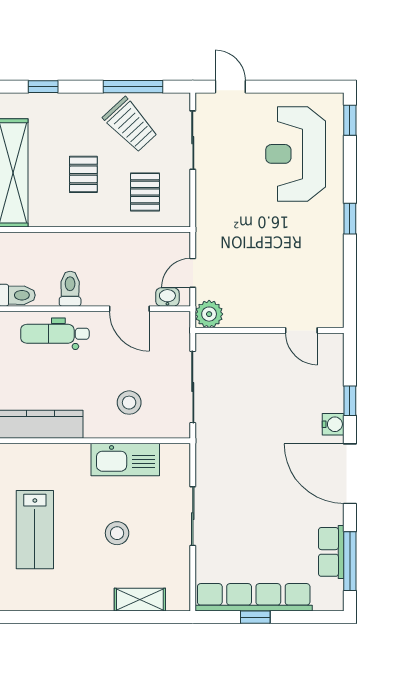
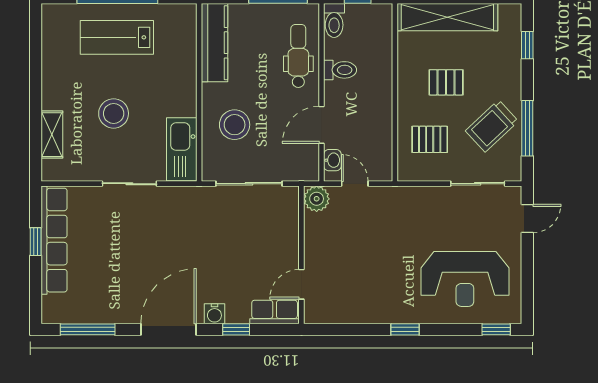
reception desk: (296, 154) -> (465, 279), turned 180
stool: (129, 403) -> (235, 125), width x1.38, depth x1.38
kitchen sink: (125, 460) -> (182, 149), moved
stool: (117, 533) -> (114, 113), width x1.38, depth x1.38
row of seats: (331, 552) -> (275, 312), moved

